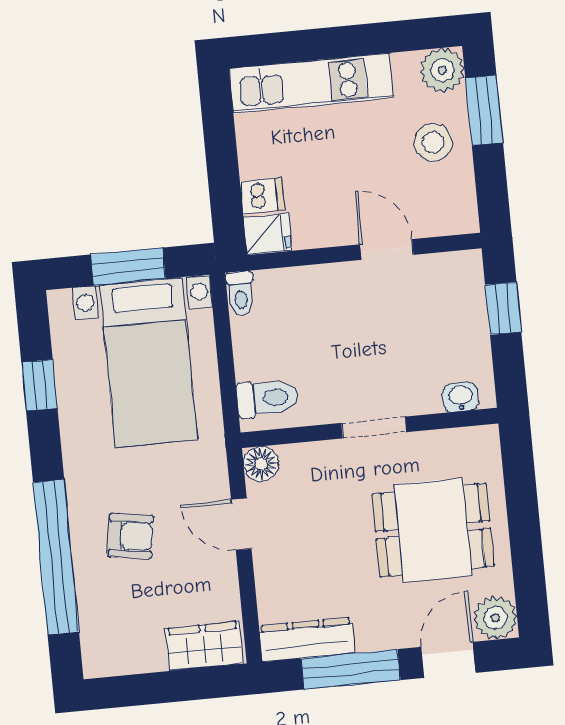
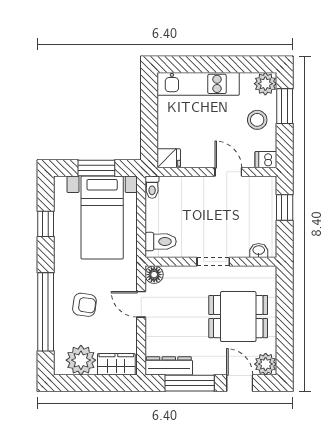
dishwasher: (262, 196) -> (266, 160), moved, turned 180
plant: (134, 645) -> (81, 360), added
door: (448, 660) -> (240, 383), hinge flipped

